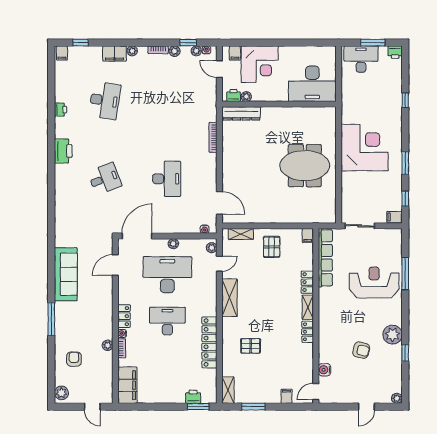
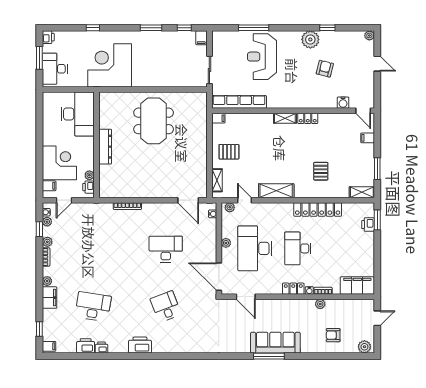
printer: (62, 92) -> (86, 346), added
dresser: (241, 113) -> (105, 147), moved
corner desk: (365, 148) -> (110, 65), moved
door: (219, 203) -> (188, 200), swing flipped
sofa: (66, 274) -> (275, 343), moved
locker: (307, 282) -> (262, 119), removed
window: (51, 319) -> (269, 356), moved

